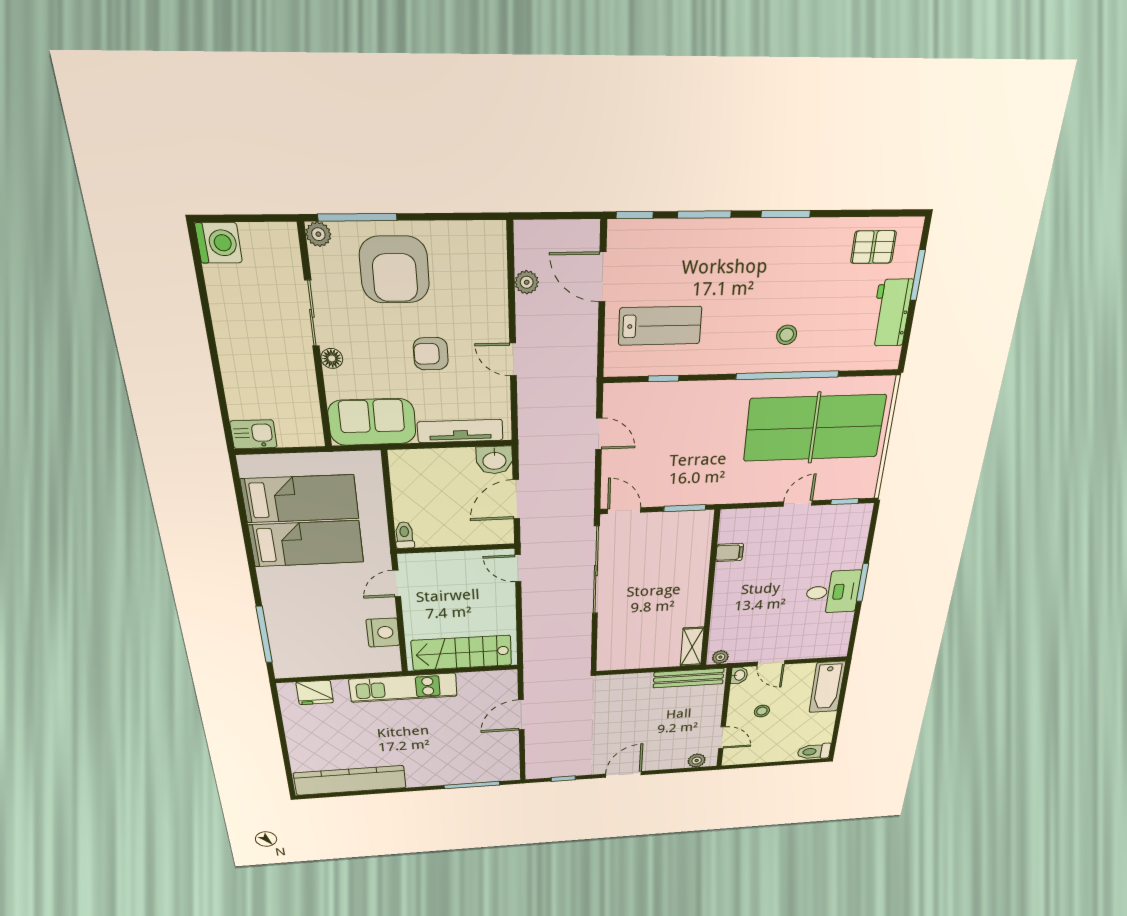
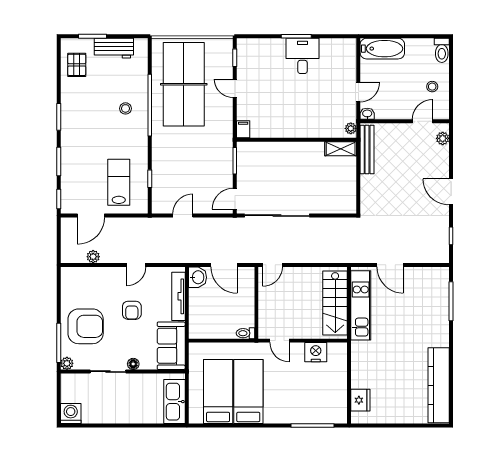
kitchen sink: (254, 434) -> (174, 402), width x1.87, depth x1.24
filing cabinet: (730, 553) -> (243, 129), moved
kitchen unit: (403, 688) -> (361, 305), moved
stool: (762, 711) -> (432, 87), moved

